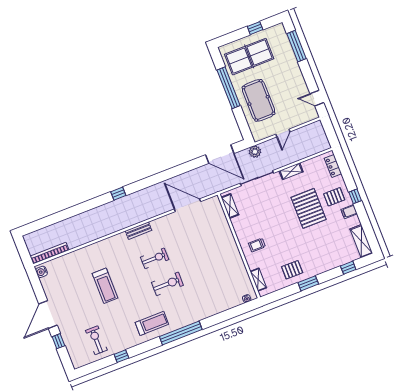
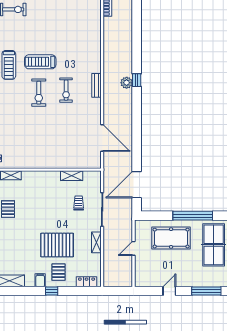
door: (317, 98) -> (169, 291), moved
door: (283, 133) -> (133, 248), hinge flipped
plant: (255, 152) -> (127, 83), moved
door: (187, 205) -> (102, 138), hinge flipped
shelving: (230, 206) -> (72, 176), moved
trolley: (257, 245) -> (79, 203), moved
treadmill: (105, 286) -> (40, 62), moved

